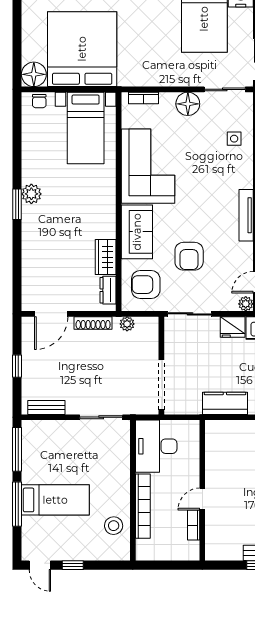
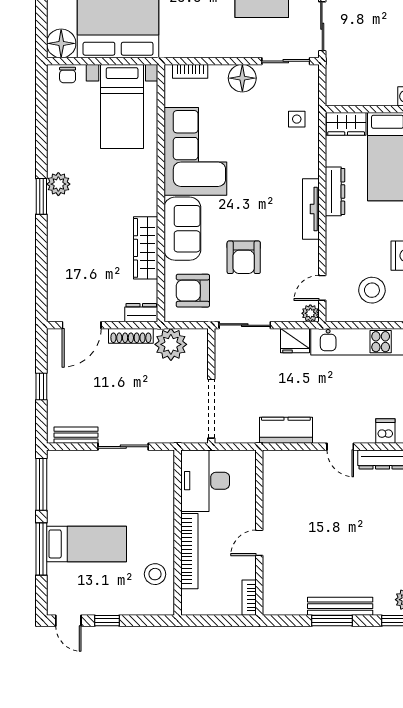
wardrobe: (106, 257) -> (146, 248), width x1.50
dresser: (108, 290) -> (141, 313), moved, turned 90
plant: (127, 324) -> (171, 344), width x1.88, depth x1.88
sliding door: (101, 417) -> (123, 447), moved
bookcase: (194, 525) -> (249, 598), moved

